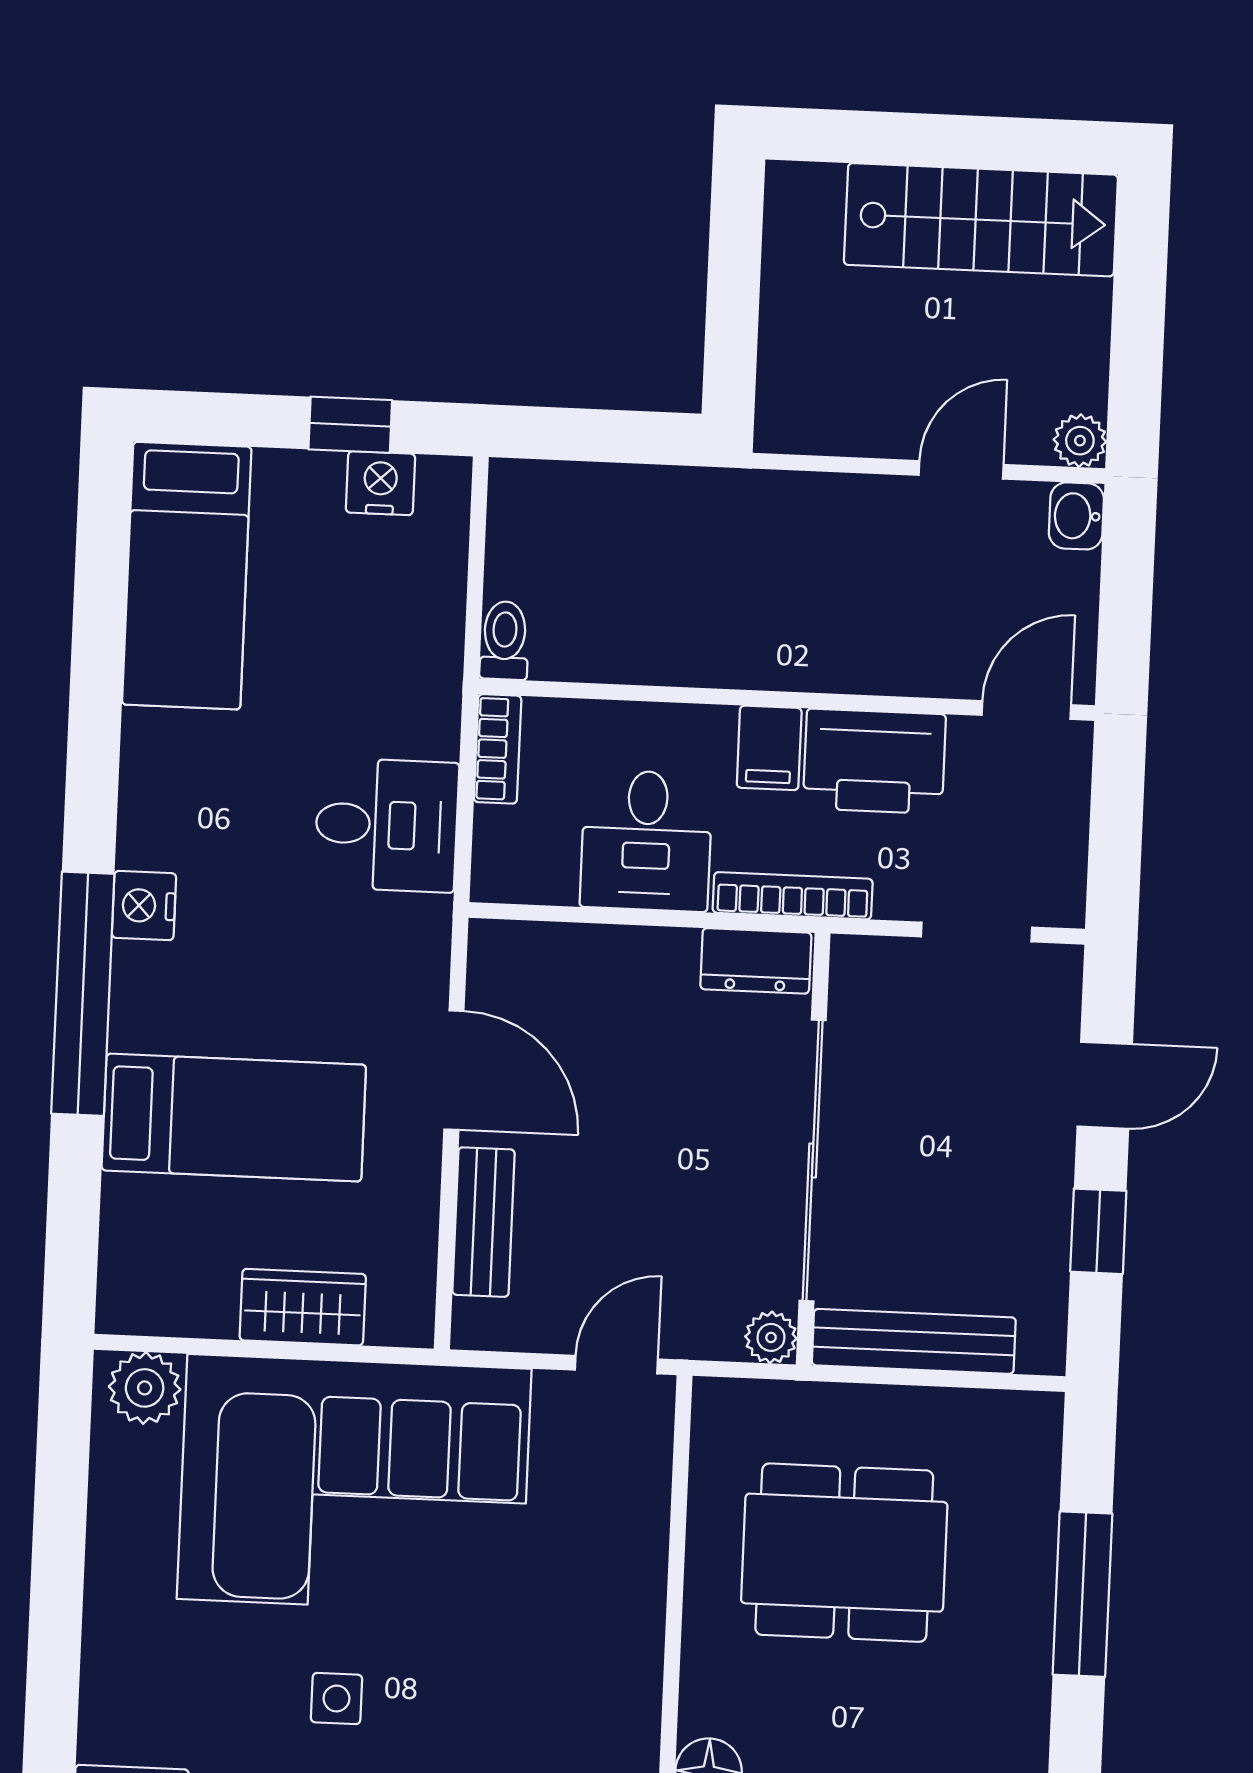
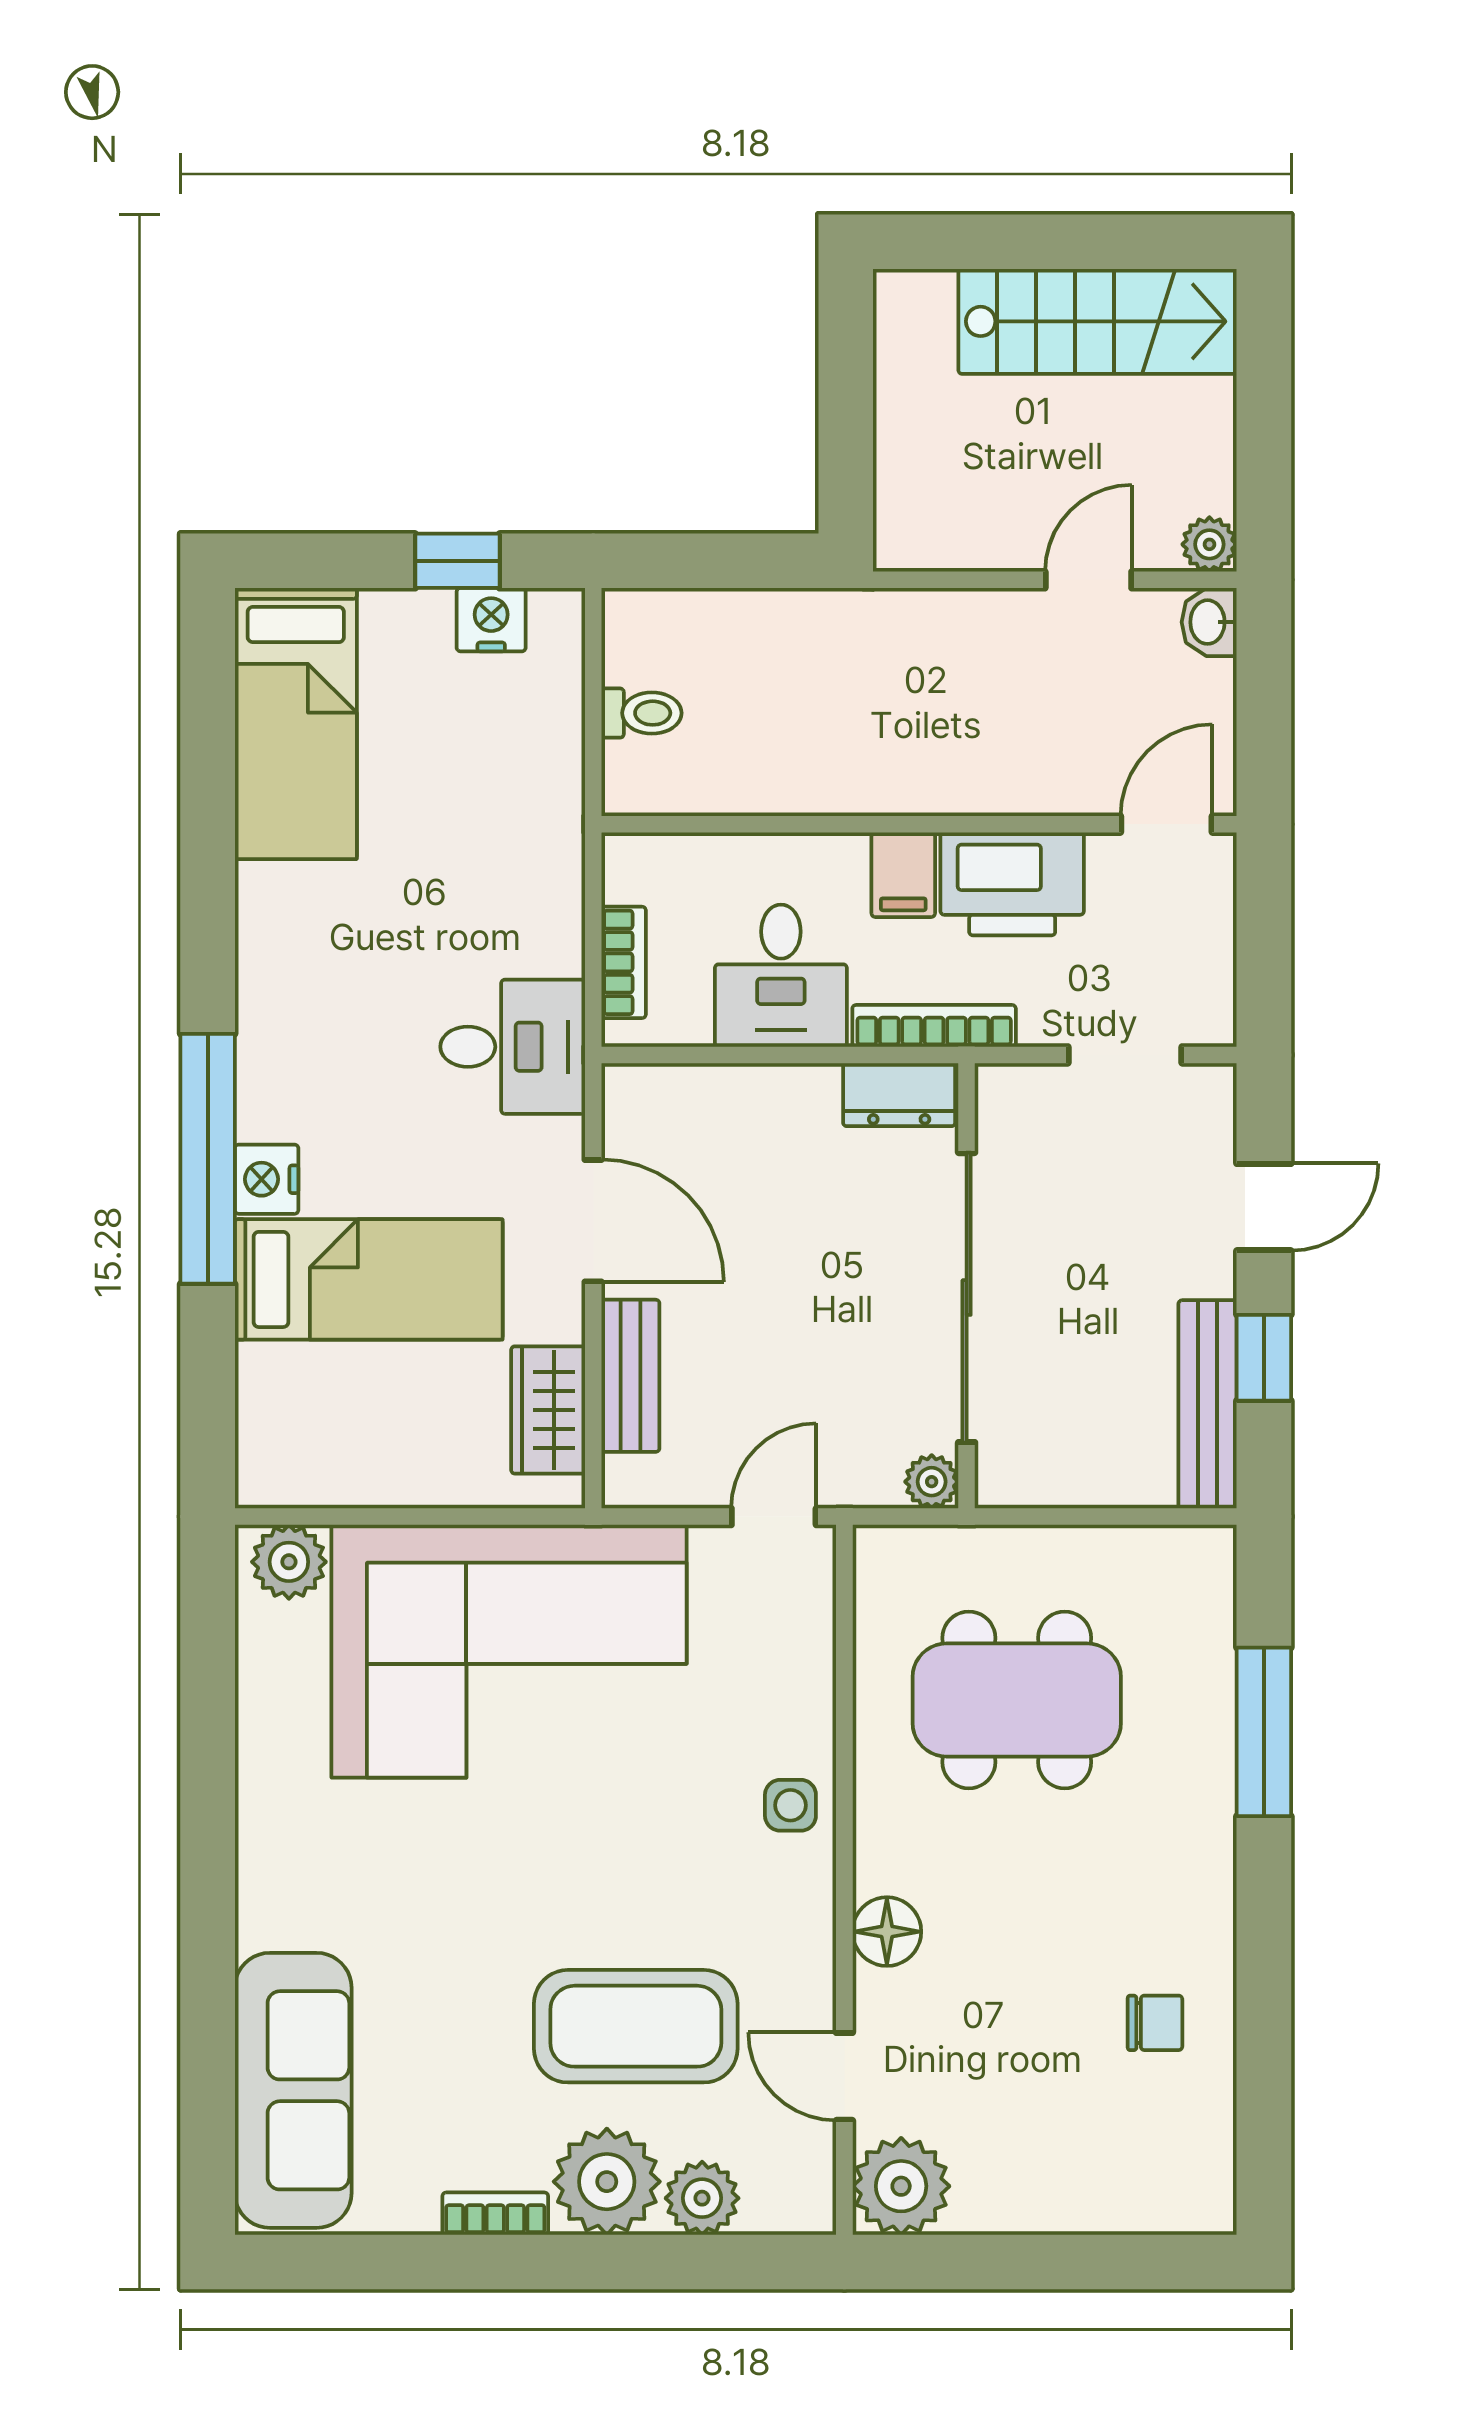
toilet: (505, 640) -> (641, 713), moved, turned 90
bookcase: (498, 749) -> (624, 962), moved
desk: (387, 825) -> (513, 1047), moved
nightstand: (144, 906) -> (267, 1179), moved
wardrobe: (303, 1307) -> (548, 1410), moved, turned -90
bench: (914, 1341) -> (1208, 1404), moved, turned 90
side table: (336, 1698) -> (790, 1805), moved

